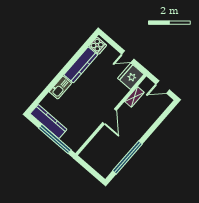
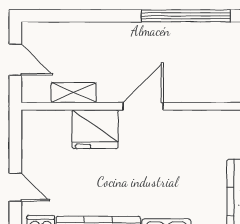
door: (128, 57) -> (15, 187), moved
fridge: (131, 76) -> (95, 129), moved

